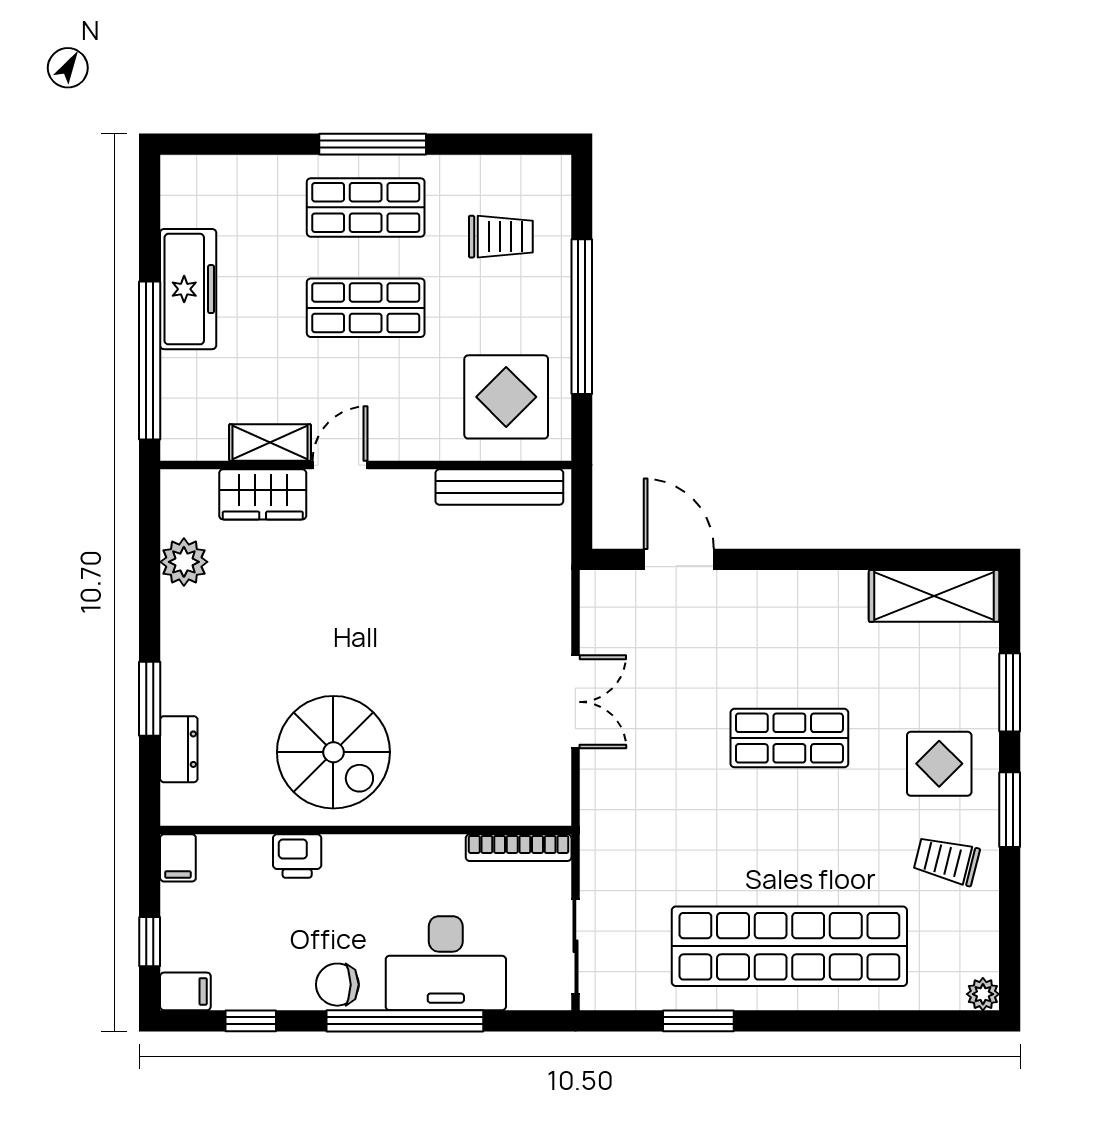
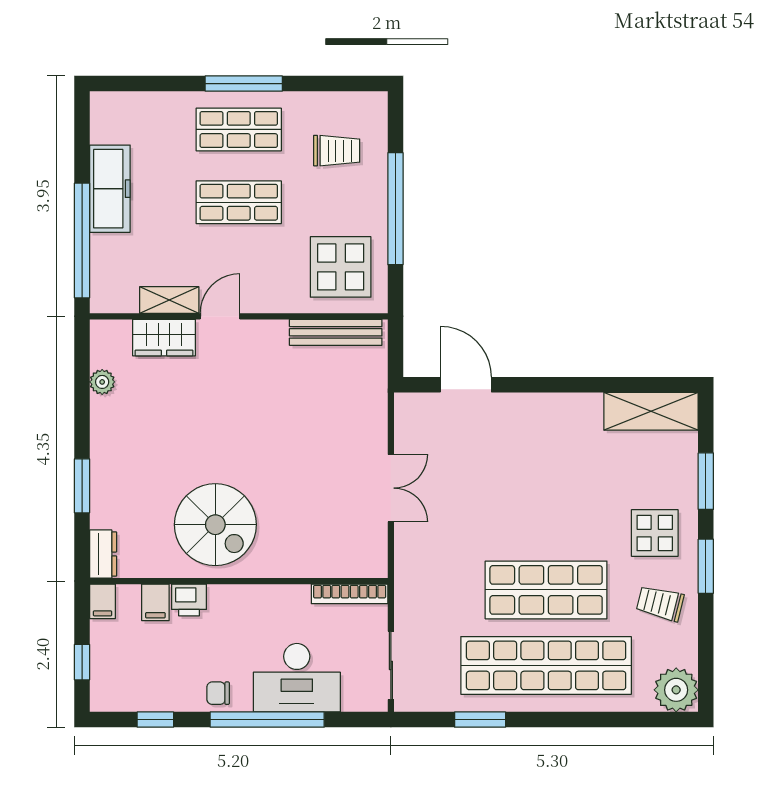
plant: (184, 562) -> (102, 382), width x0.73, depth x0.73
shop shelf: (789, 738) -> (546, 590), moved, width x1.43, depth x1.36
dresser: (179, 749) -> (103, 554), moved
chair: (337, 985) -> (218, 693), width x0.73, depth x0.73
filing cabinet: (185, 991) -> (155, 602), moved, turned 90
plant: (983, 994) -> (676, 690), width x1.88, depth x1.88

